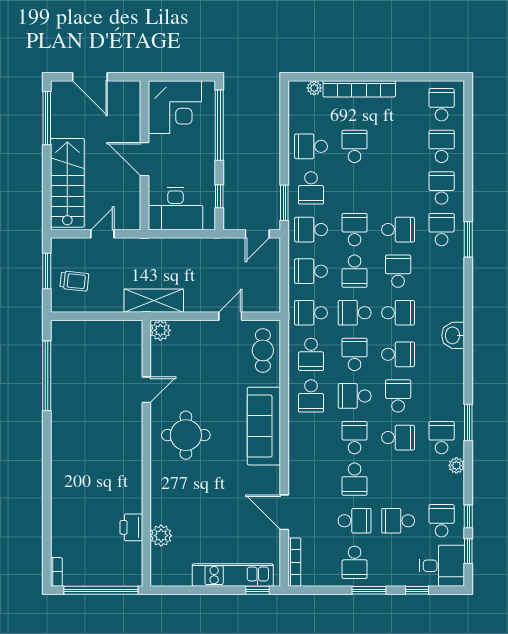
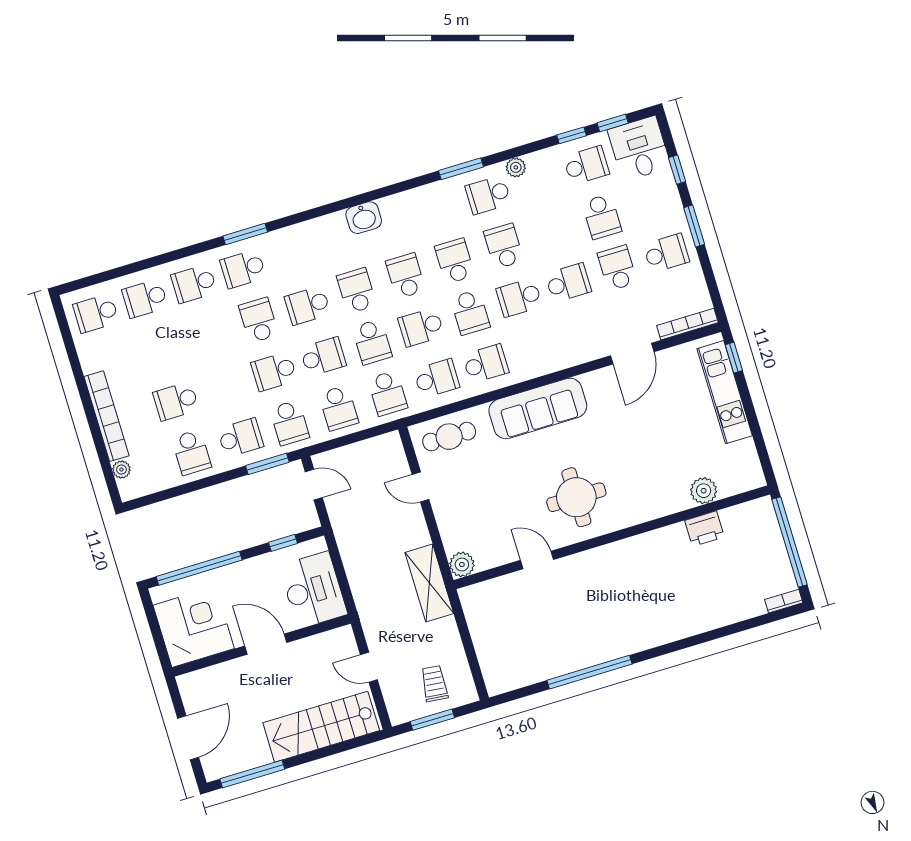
door: (144, 159) -> (266, 644), swing flipped
window: (47, 376) -> (590, 672), moved
school desk: (398, 396) -> (455, 261), turned 90
school desk: (442, 521) -> (586, 165), turned 180

